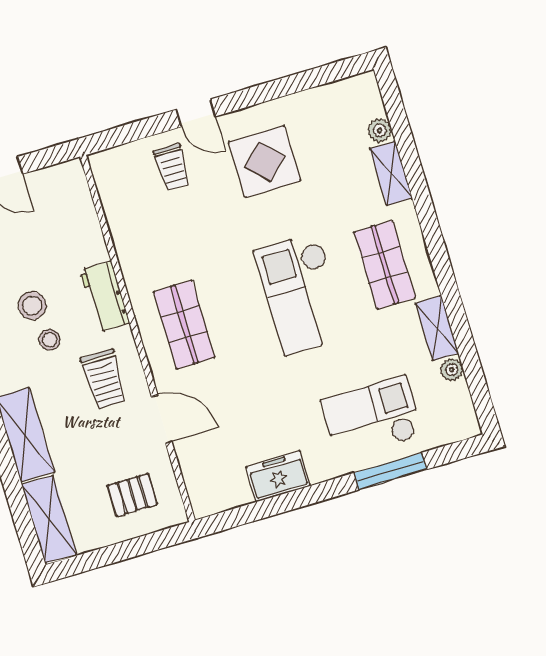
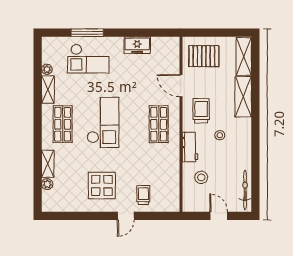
door: (196, 113) -> (126, 216), swing flipped
stool: (32, 306) -> (201, 177), moved
pallet: (132, 495) -> (204, 56), width x1.50, depth x1.42

